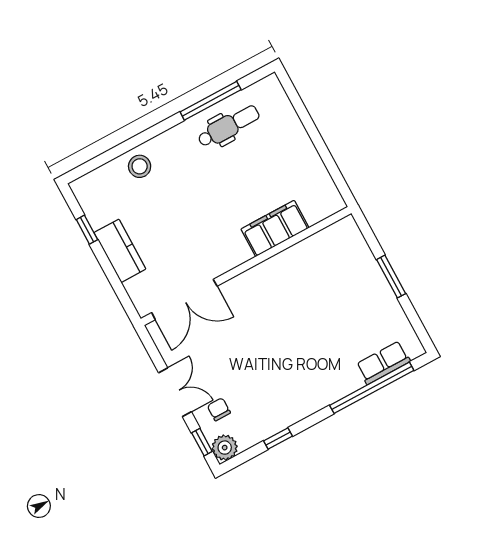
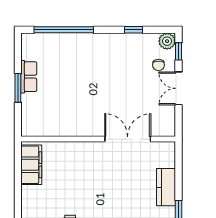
filing cabinet: (275, 228) -> (31, 165), moved, turned -90
double door: (184, 299) -> (128, 139), moved
row of seats: (383, 363) -> (29, 77), moved, turned -90

